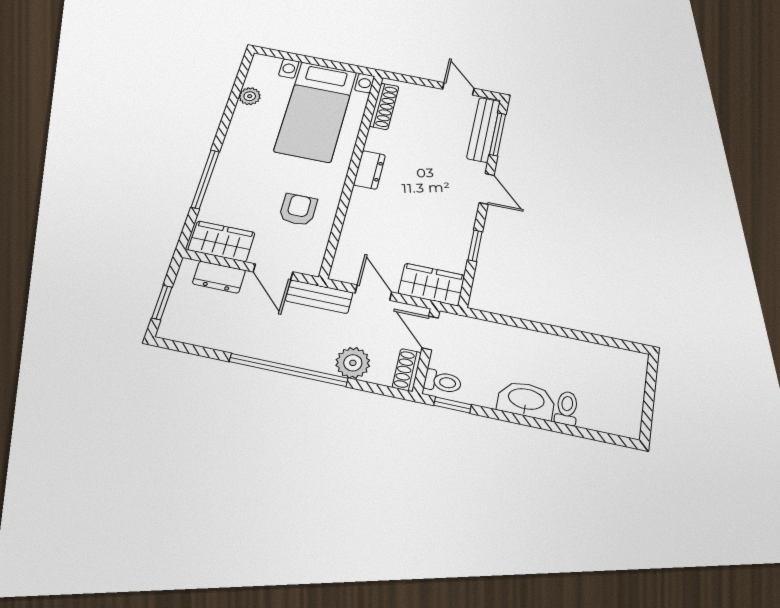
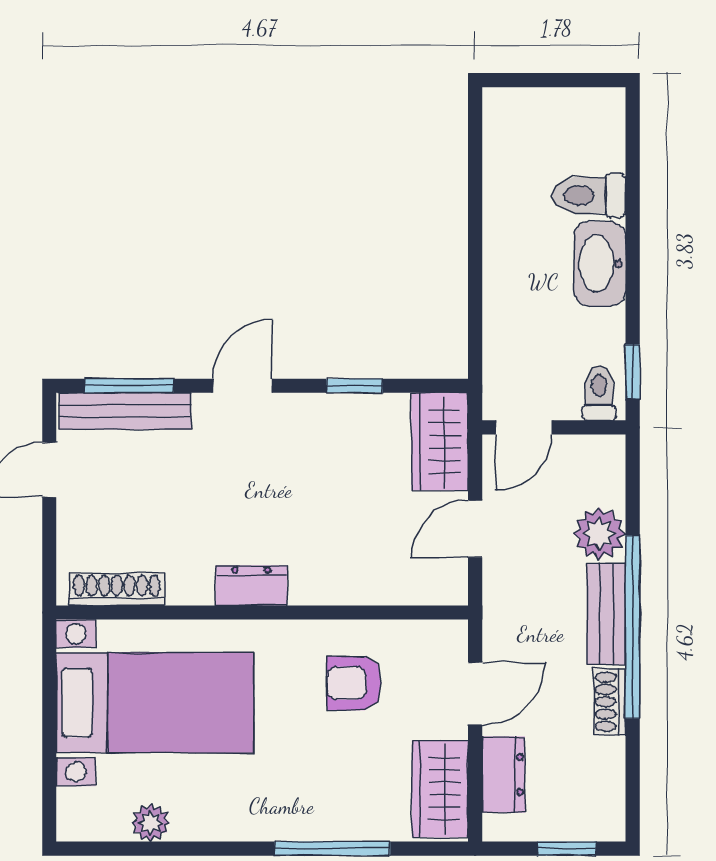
bench: (319, 297) -> (606, 614), moved
shoe rack: (407, 370) -> (609, 702), moved, turned 90
toilet: (567, 408) -> (589, 195), width x1.37, depth x1.39

